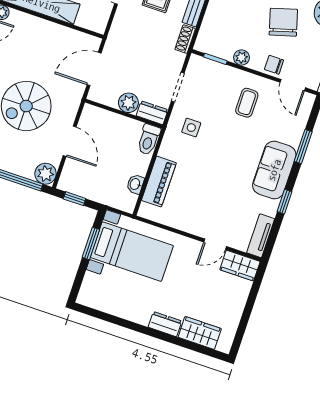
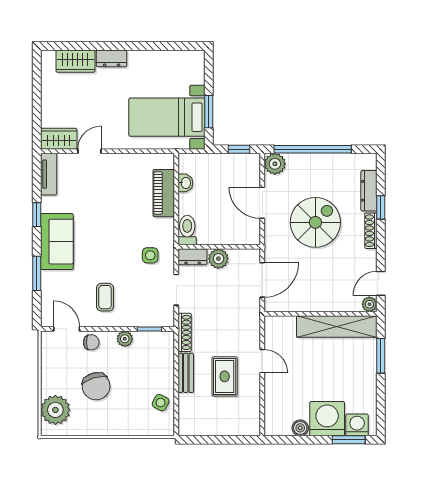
shoe rack: (185, 39) -> (185, 332), width x1.43

